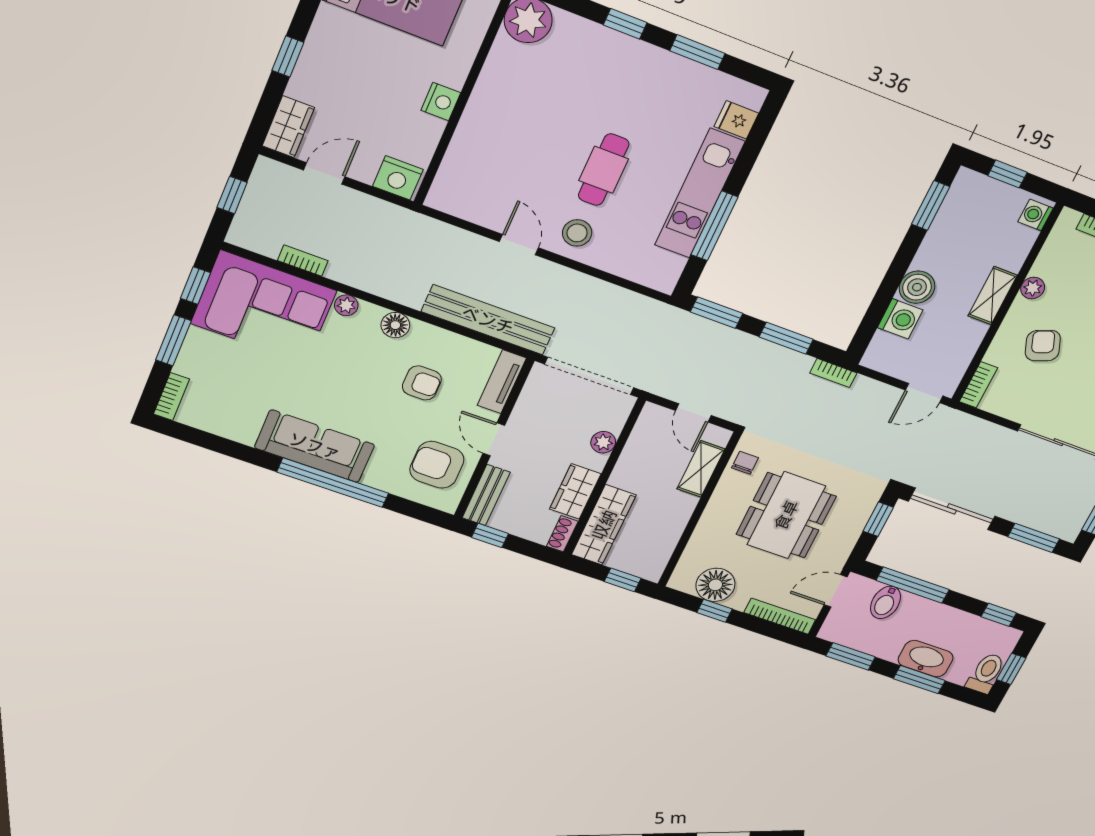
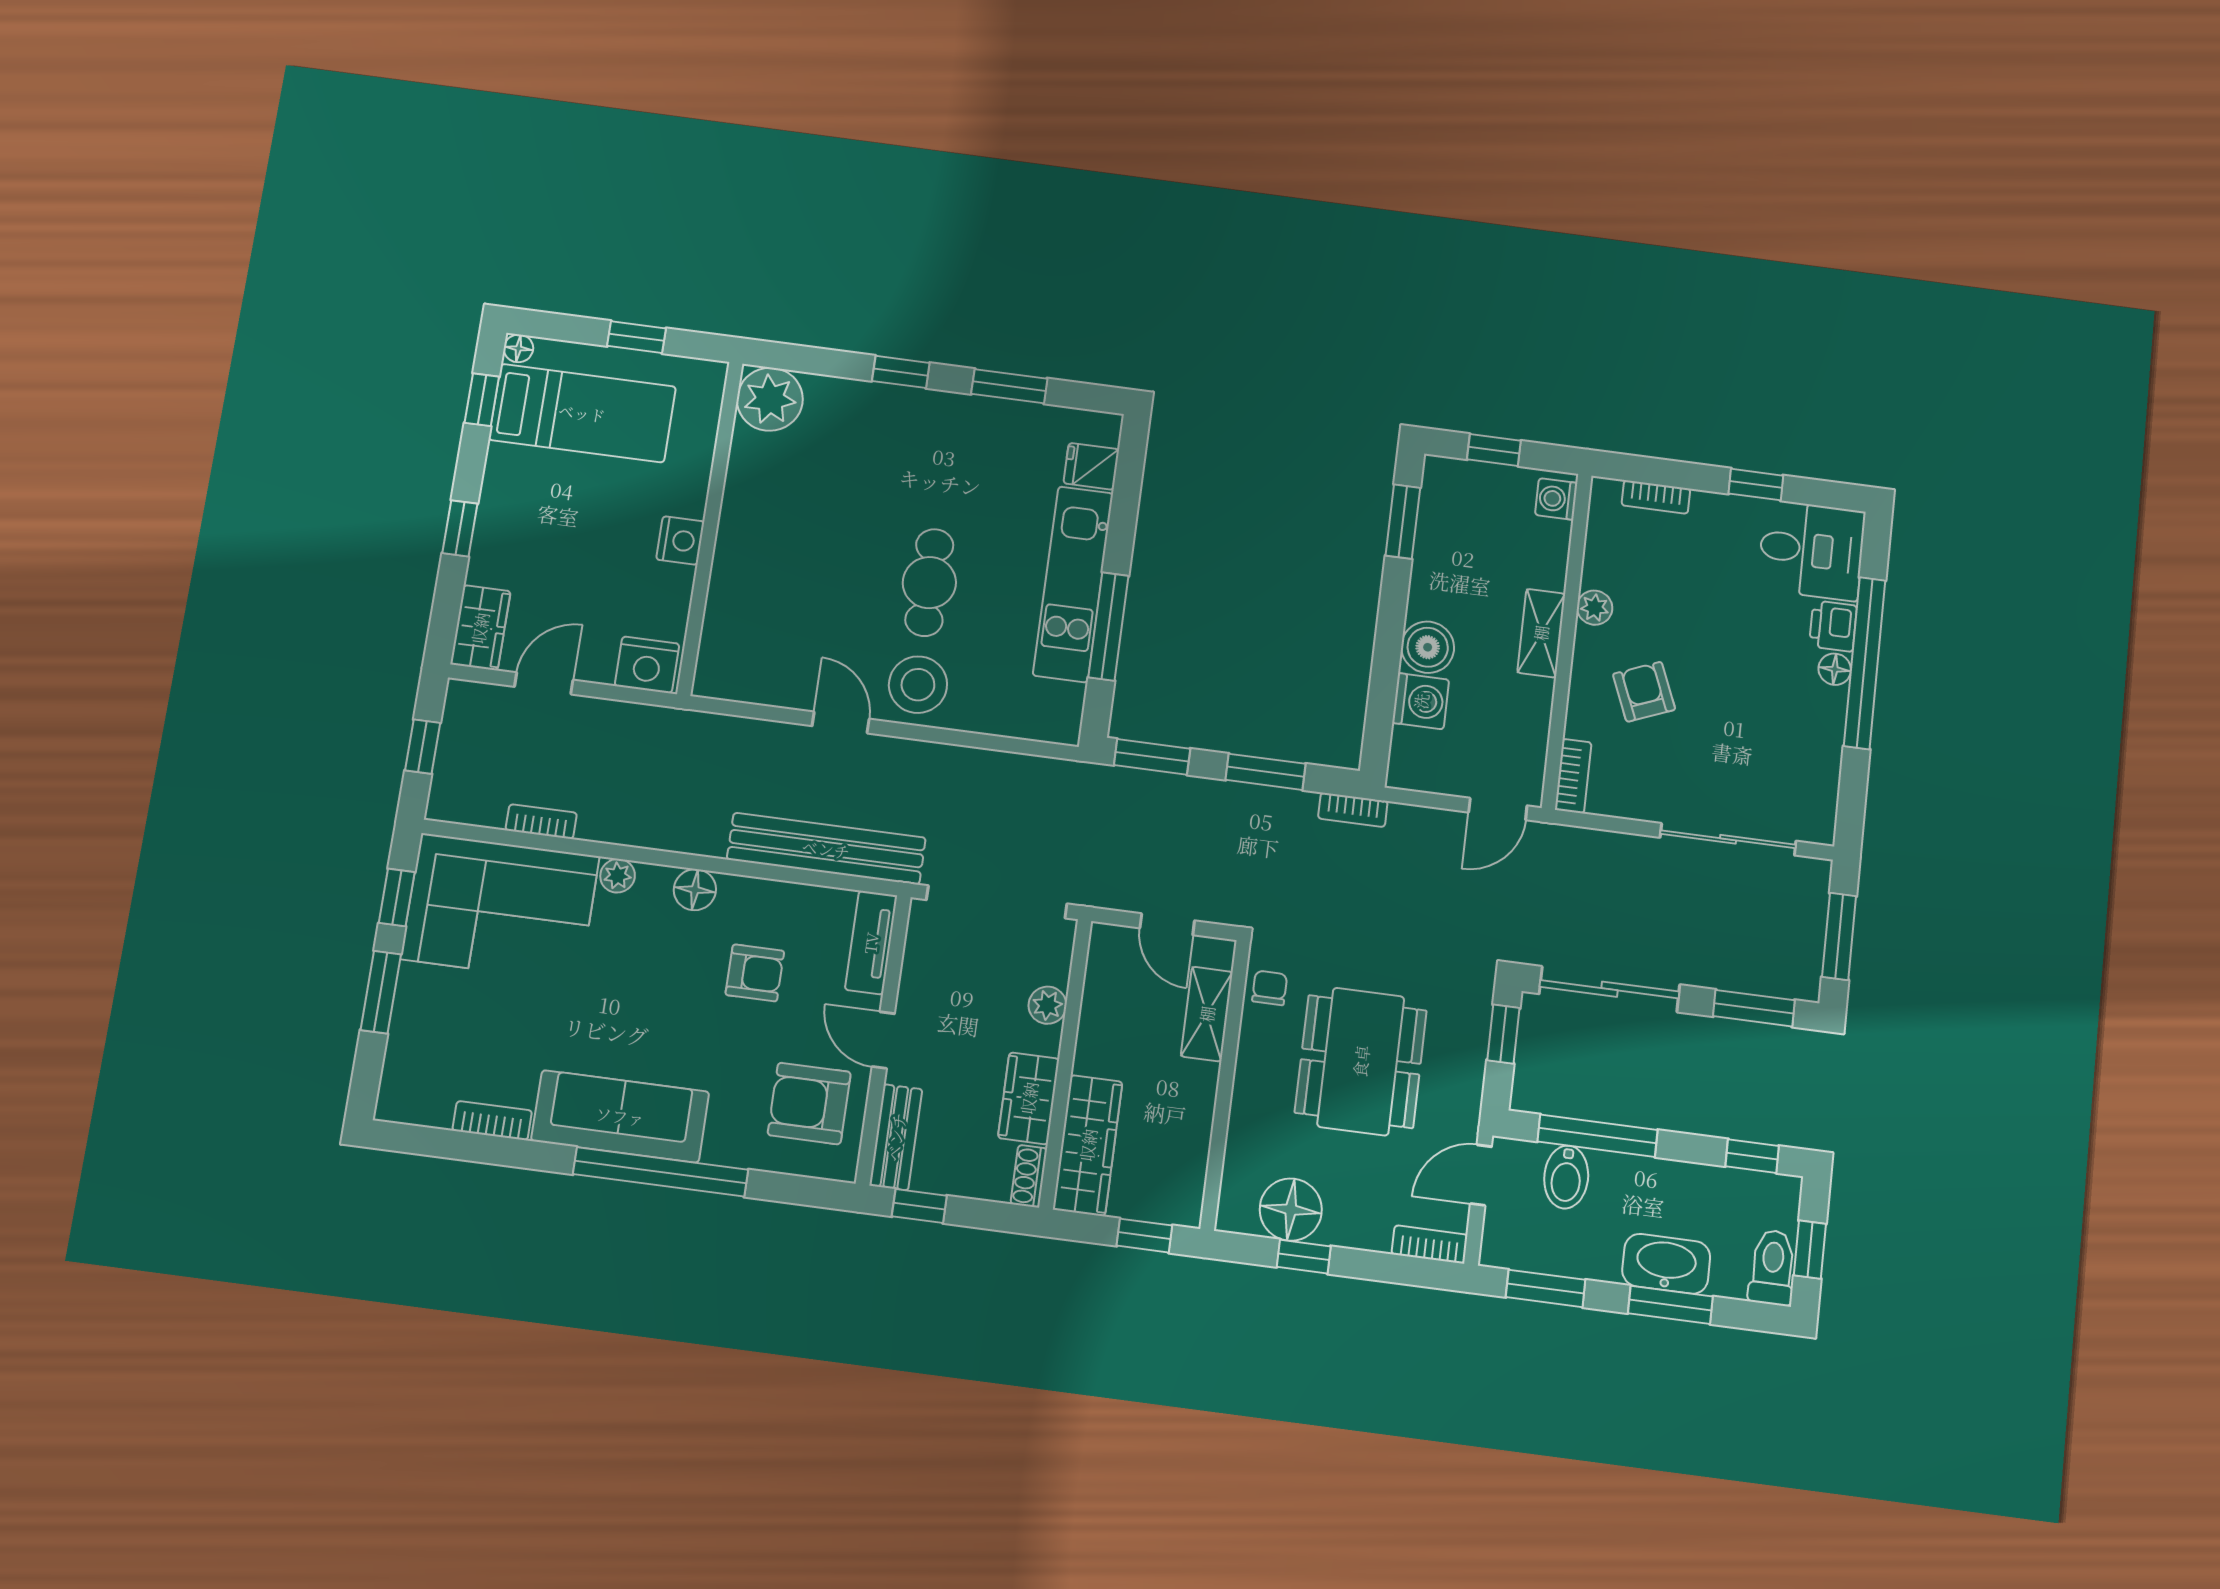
stool: (577, 233) -> (918, 685), width x1.38, depth x1.38
bookcase: (172, 397) -> (492, 1121), moved, turned -90
bookcase: (780, 616) -> (1430, 1244), width x0.64

